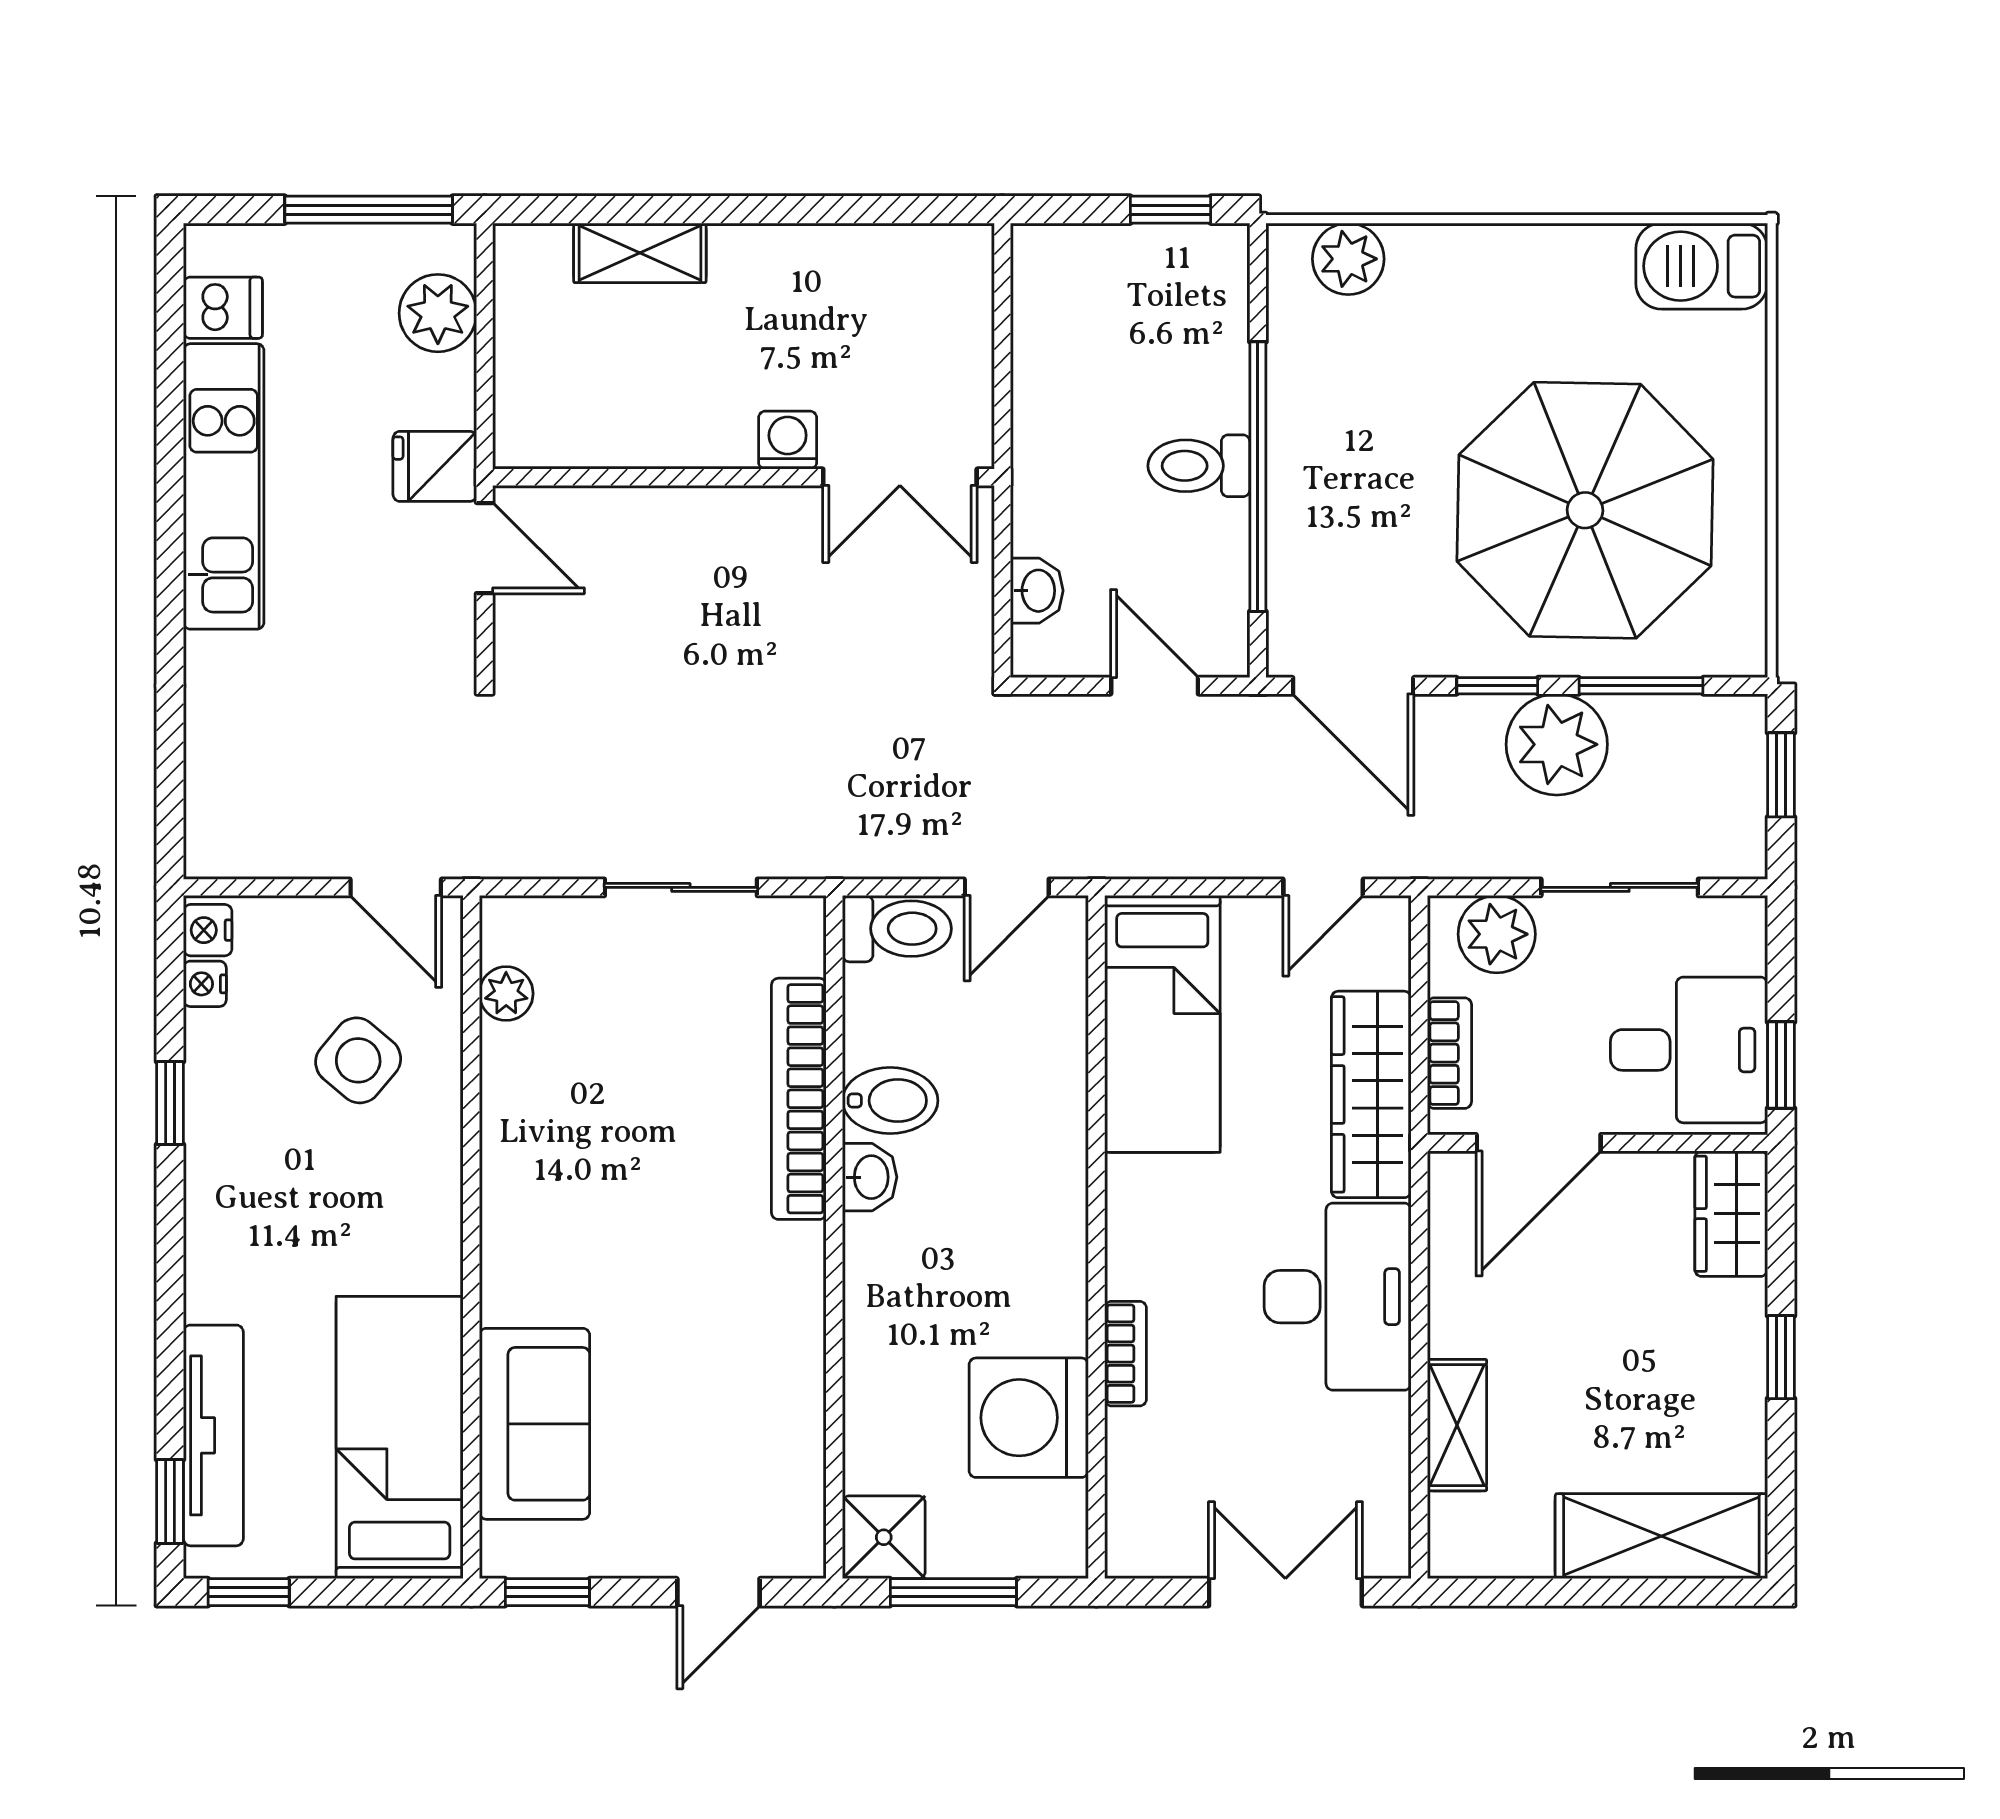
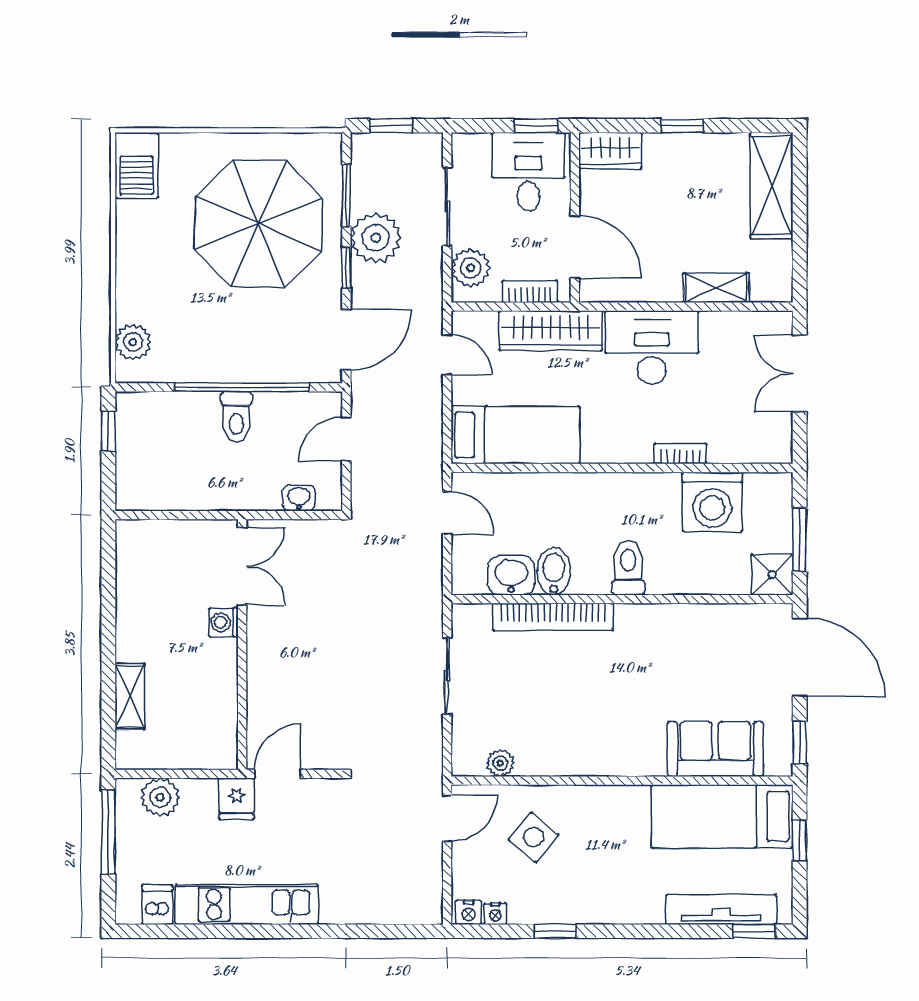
toilet: (897, 929) -> (628, 568), moved
washbasin: (870, 1177) -> (511, 575), moved, width x1.38, depth x1.45
window: (249, 1592) -> (800, 840), moved
door: (718, 1592) -> (800, 657), width x1.87

